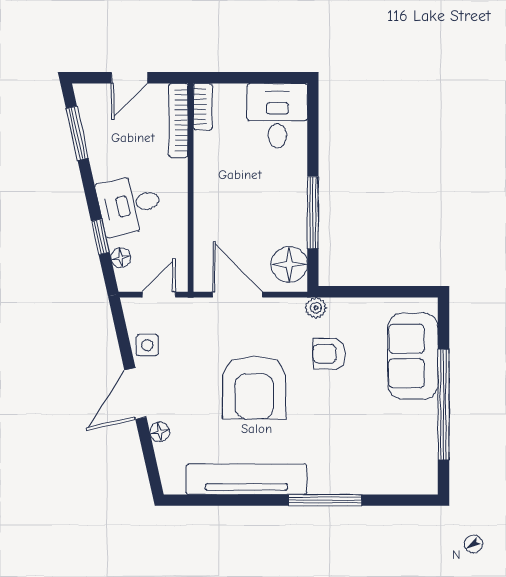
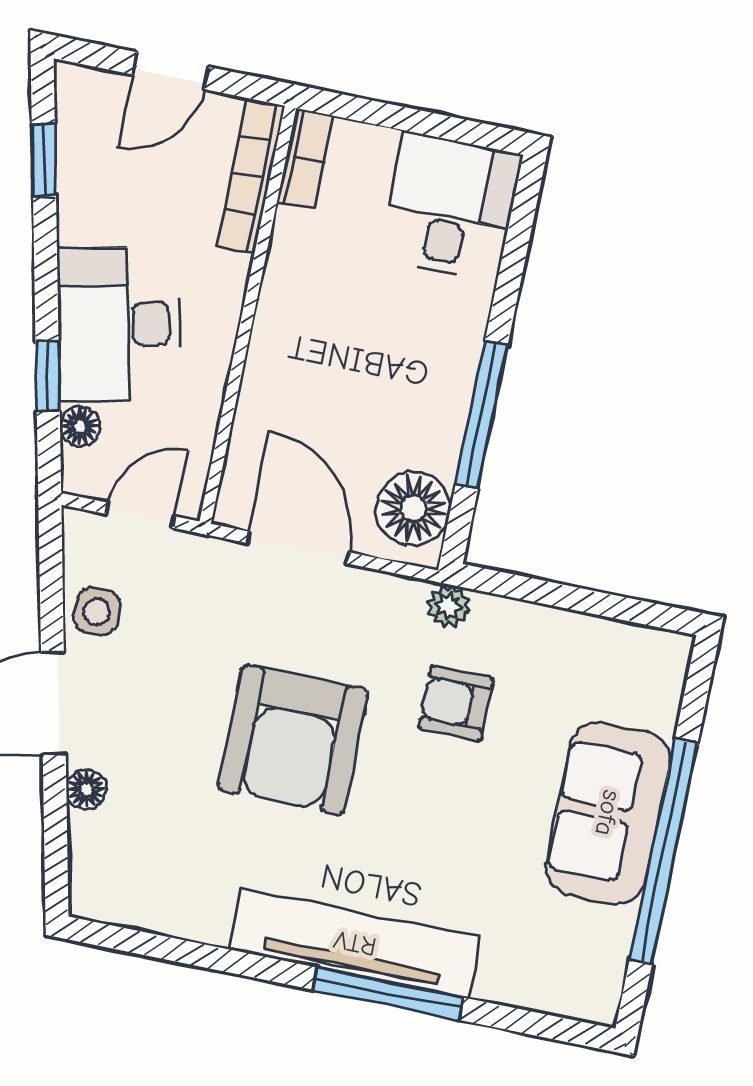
window: (77, 133) -> (44, 160), width x0.67
desk: (129, 205) -> (118, 324), width x1.37
sofa: (413, 356) -> (608, 813), moved
tv unit: (246, 479) -> (355, 943), moved

